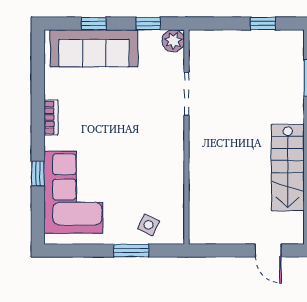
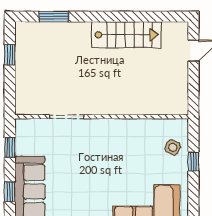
plant: (173, 41) -> (24, 127), removed
window: (131, 251) -> (193, 161), width x0.67

